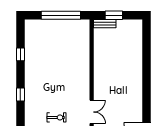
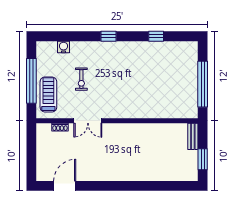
window: (114, 15) -> (203, 159), moved

